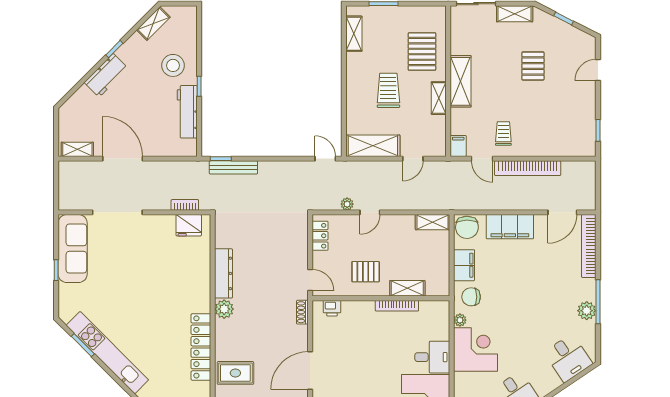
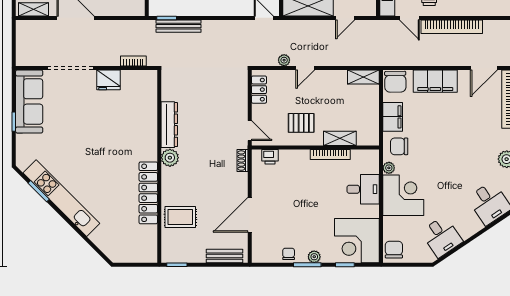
fridge: (189, 225) -> (109, 80), moved
desk: (432, 357) -> (363, 189), moved

